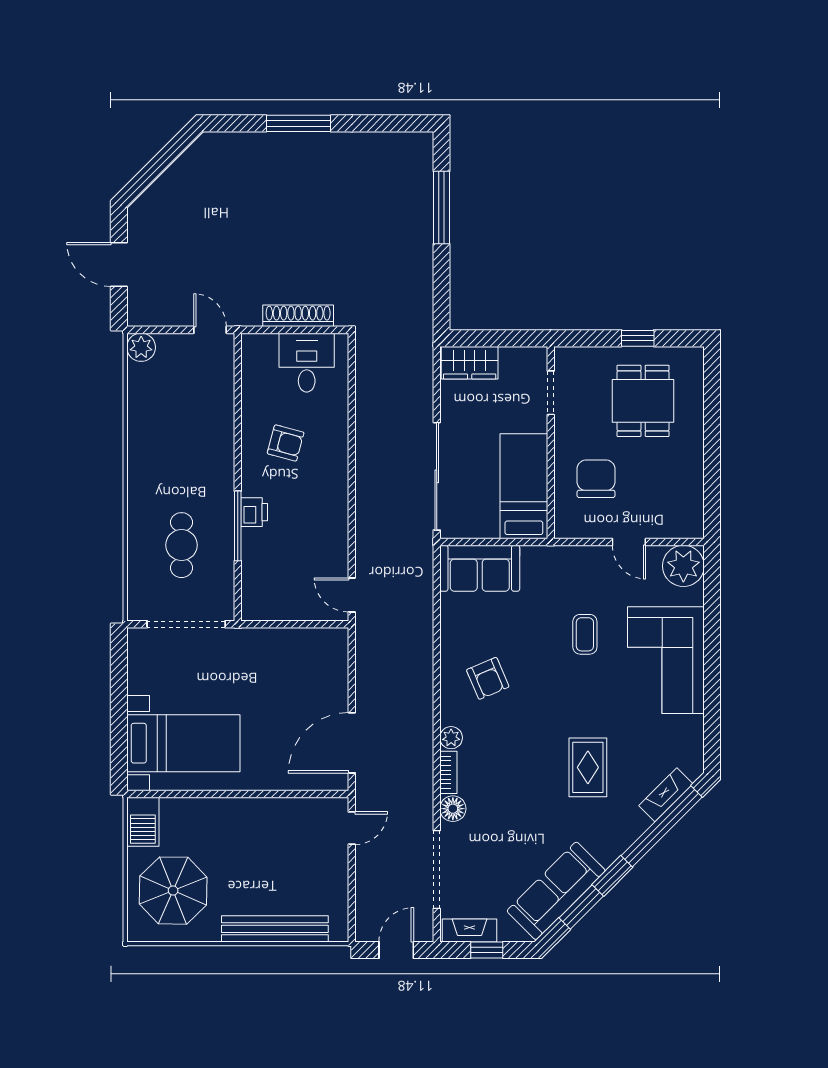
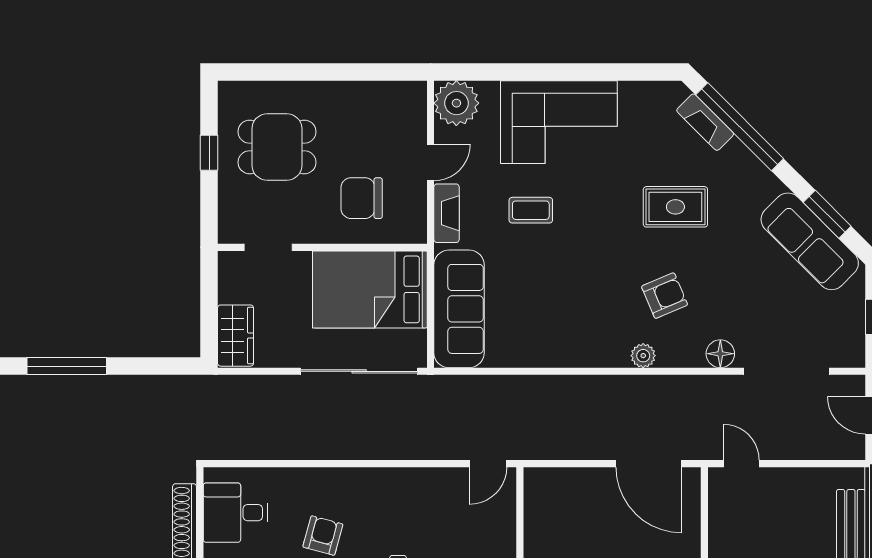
bed: (524, 486) -> (370, 289), width x1.50
sofa: (480, 568) -> (459, 309), width x1.36
armchair: (488, 678) -> (665, 296), moved
bookcase: (448, 772) -> (681, 359), removed
fireplace: (470, 930) -> (447, 213), moved, turned 180

